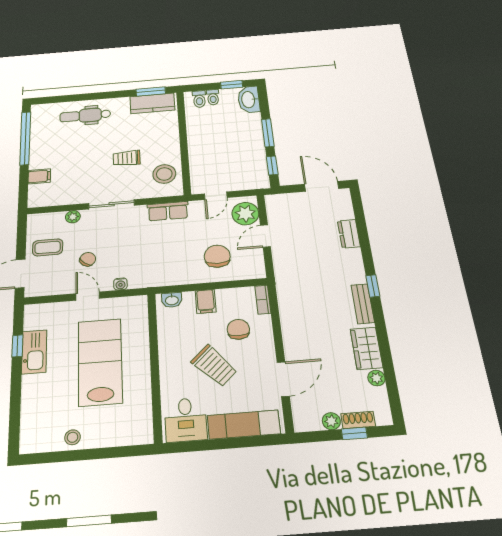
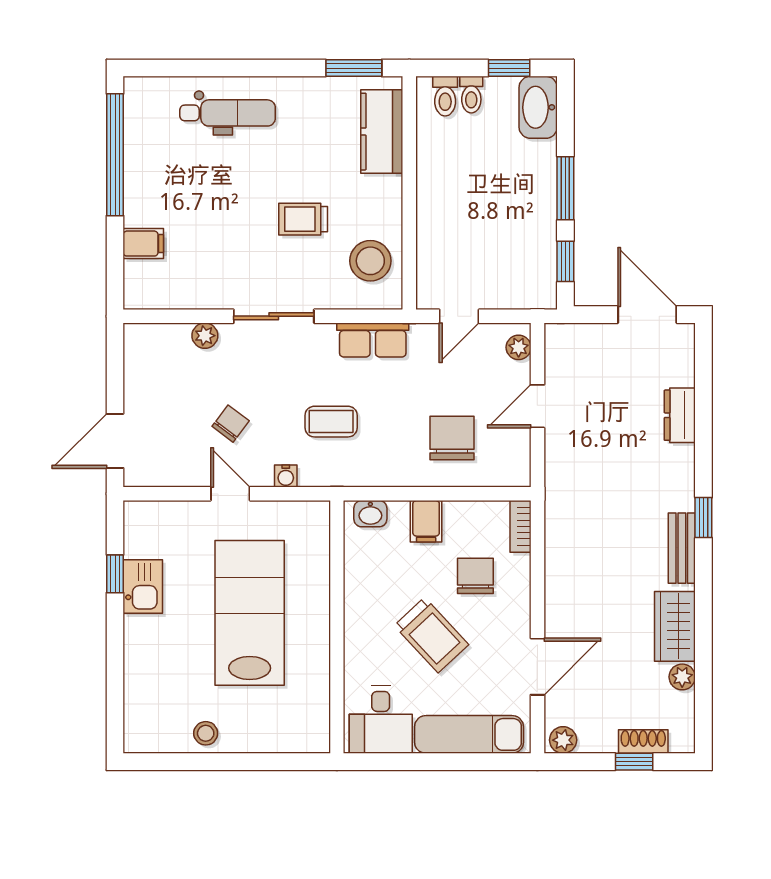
kitchen counter: (152, 103) -> (382, 132), moved, turned 90
dental chair: (85, 115) -> (228, 113), turned 180
plant: (245, 214) -> (519, 347), width x0.53, depth x0.53
coffee table: (48, 247) -> (331, 422), moved
kitchen sink: (34, 352) -> (143, 587), width x0.73
plant: (331, 421) -> (563, 740), moved

